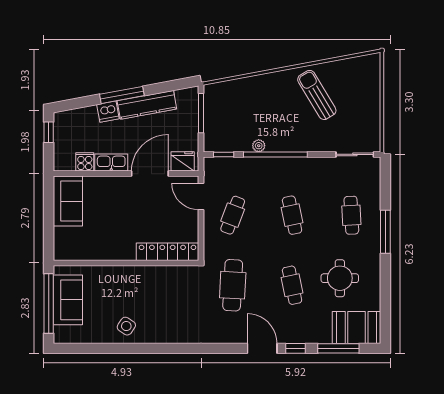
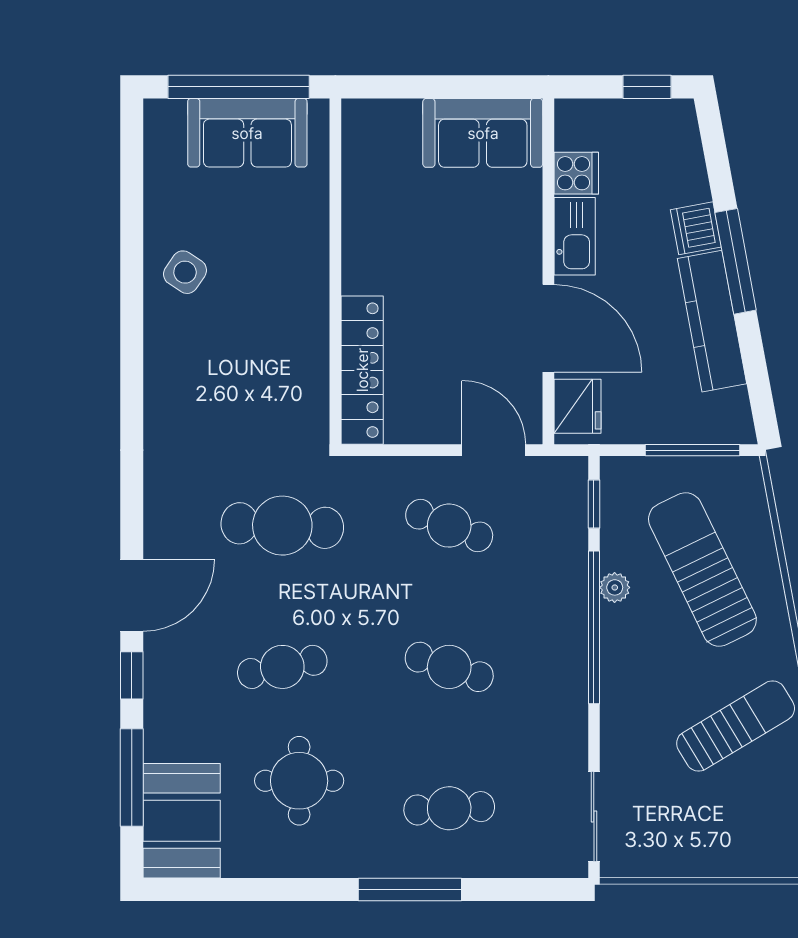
sun lounger: (251, 109) -> (702, 569), added
door: (201, 196) -> (494, 450), hinge flipped
cafe table: (292, 215) -> (449, 667), turned 30

